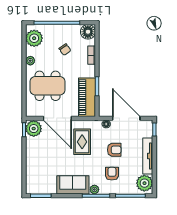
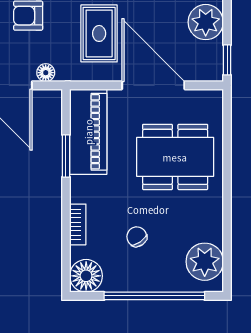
plant: (30, 61) -> (213, 212), removed
plant: (34, 129) -> (206, 22), moved

